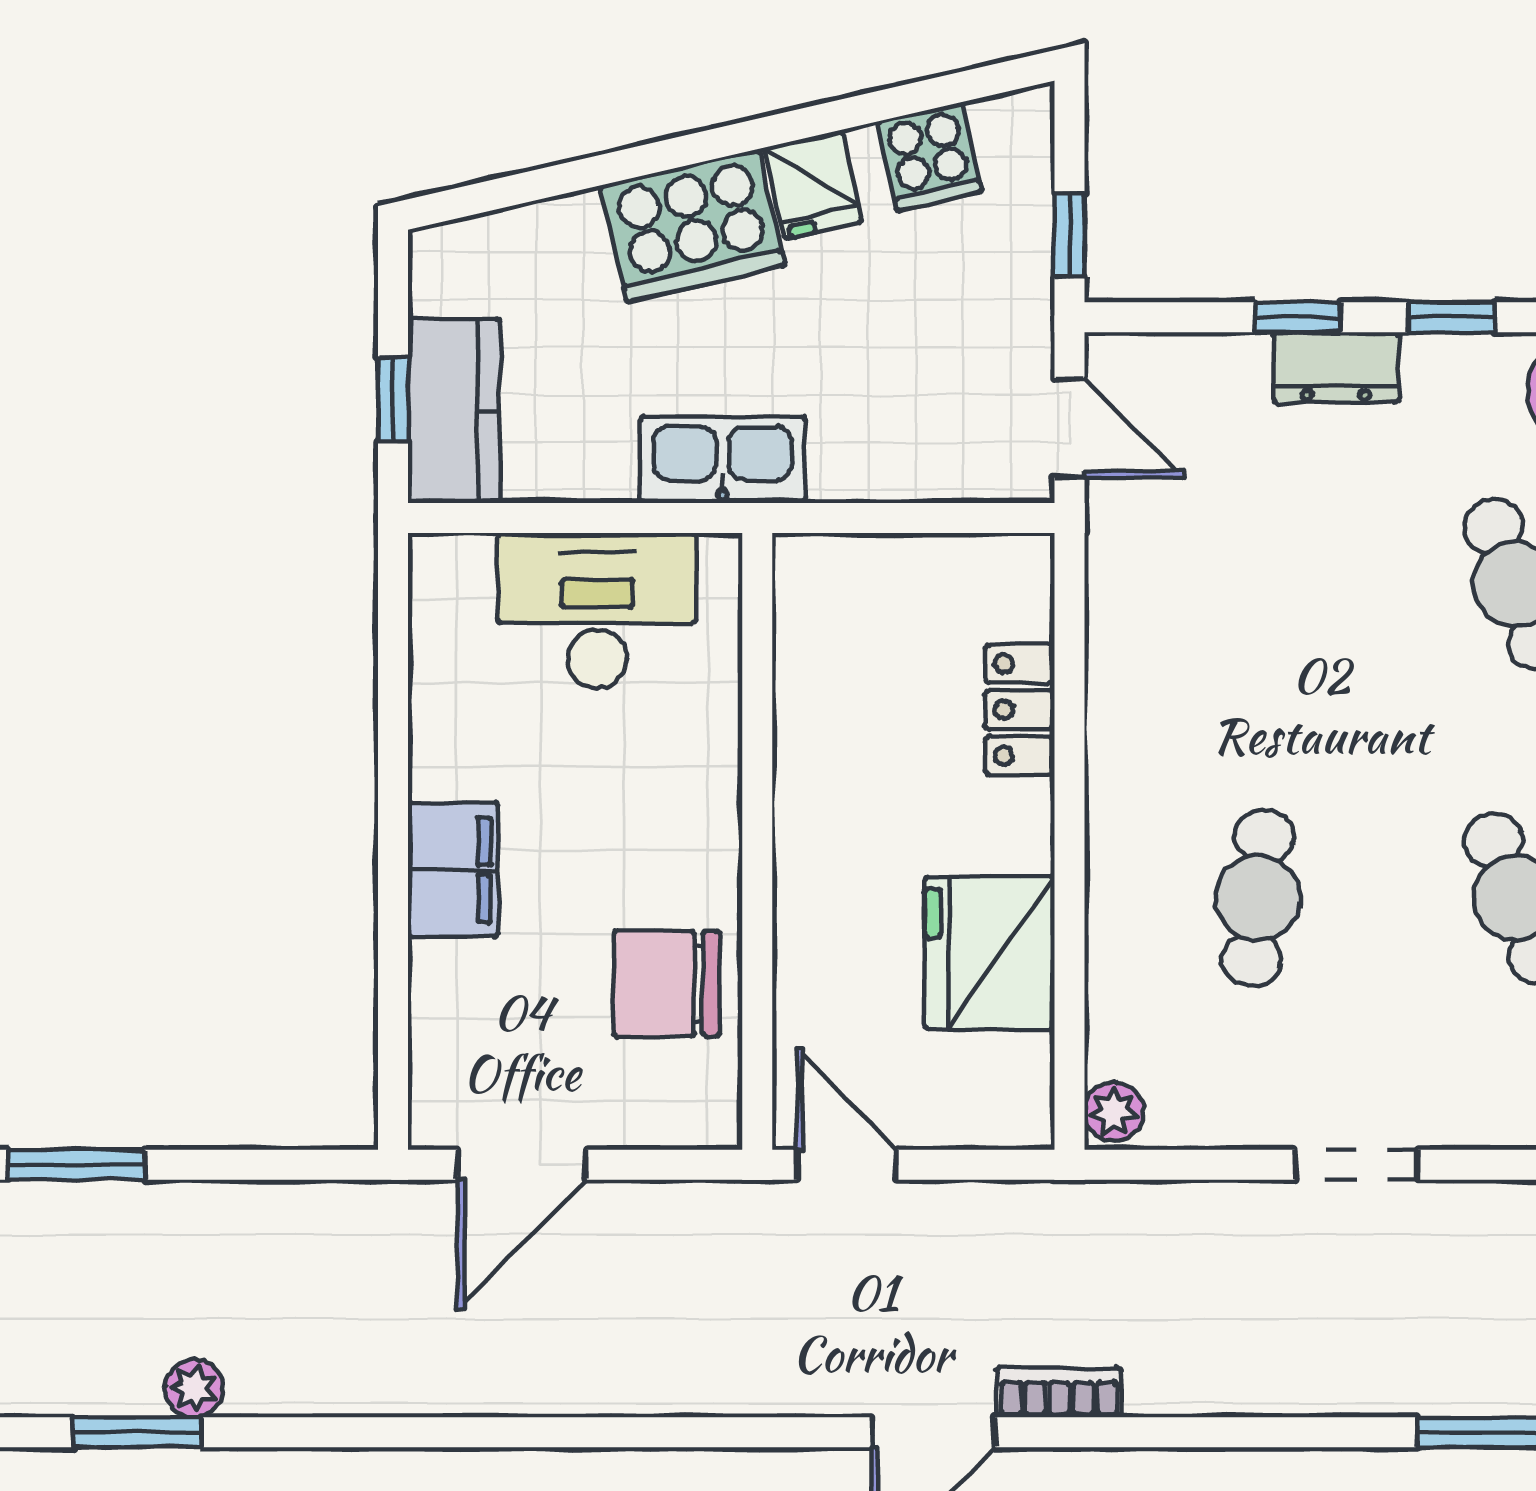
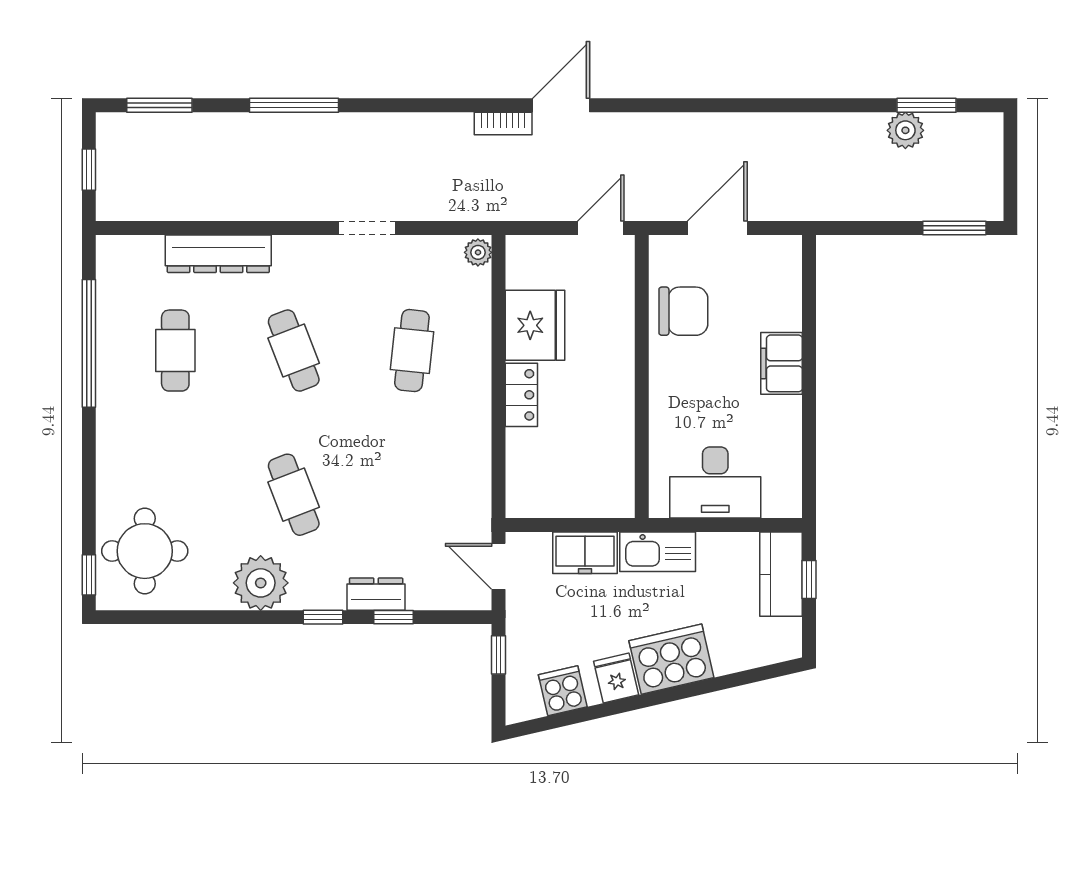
freezer: (881, 458) -> (585, 553), added
locker: (1020, 710) -> (521, 395), moved
door: (522, 1165) -> (717, 228), moved
door: (847, 1165) -> (601, 228), swing flipped
plant: (194, 1388) -> (905, 130), width x1.38, depth x1.38

